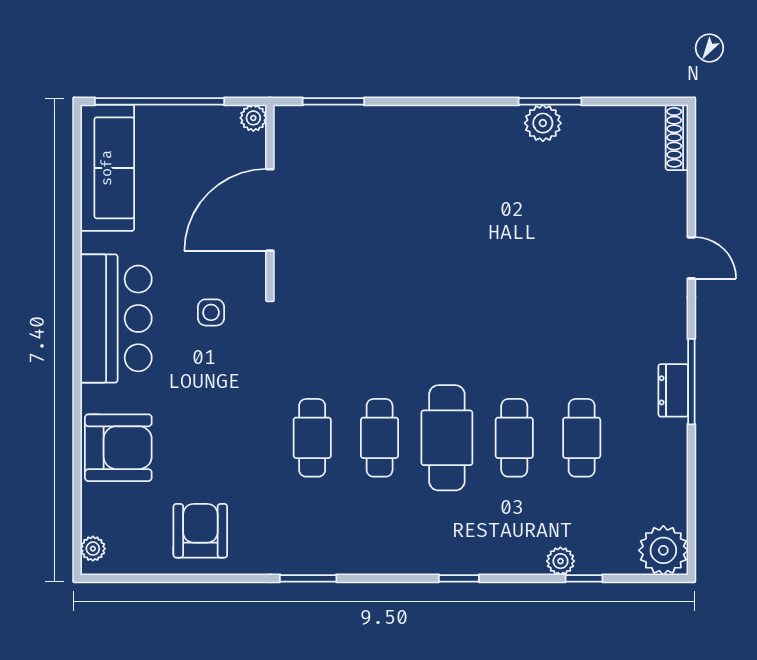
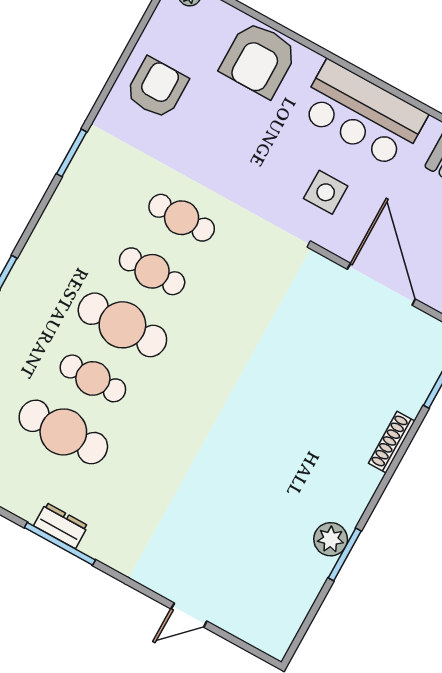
shoe rack: (677, 137) -> (392, 442), moved, turned -90
door: (691, 258) -> (189, 615), moved
side table: (211, 312) -> (326, 192), width x1.37, depth x1.37
cafe table: (582, 438) -> (63, 432), width x1.37, depth x1.35
armchair: (200, 531) -> (157, 88), turned -90

